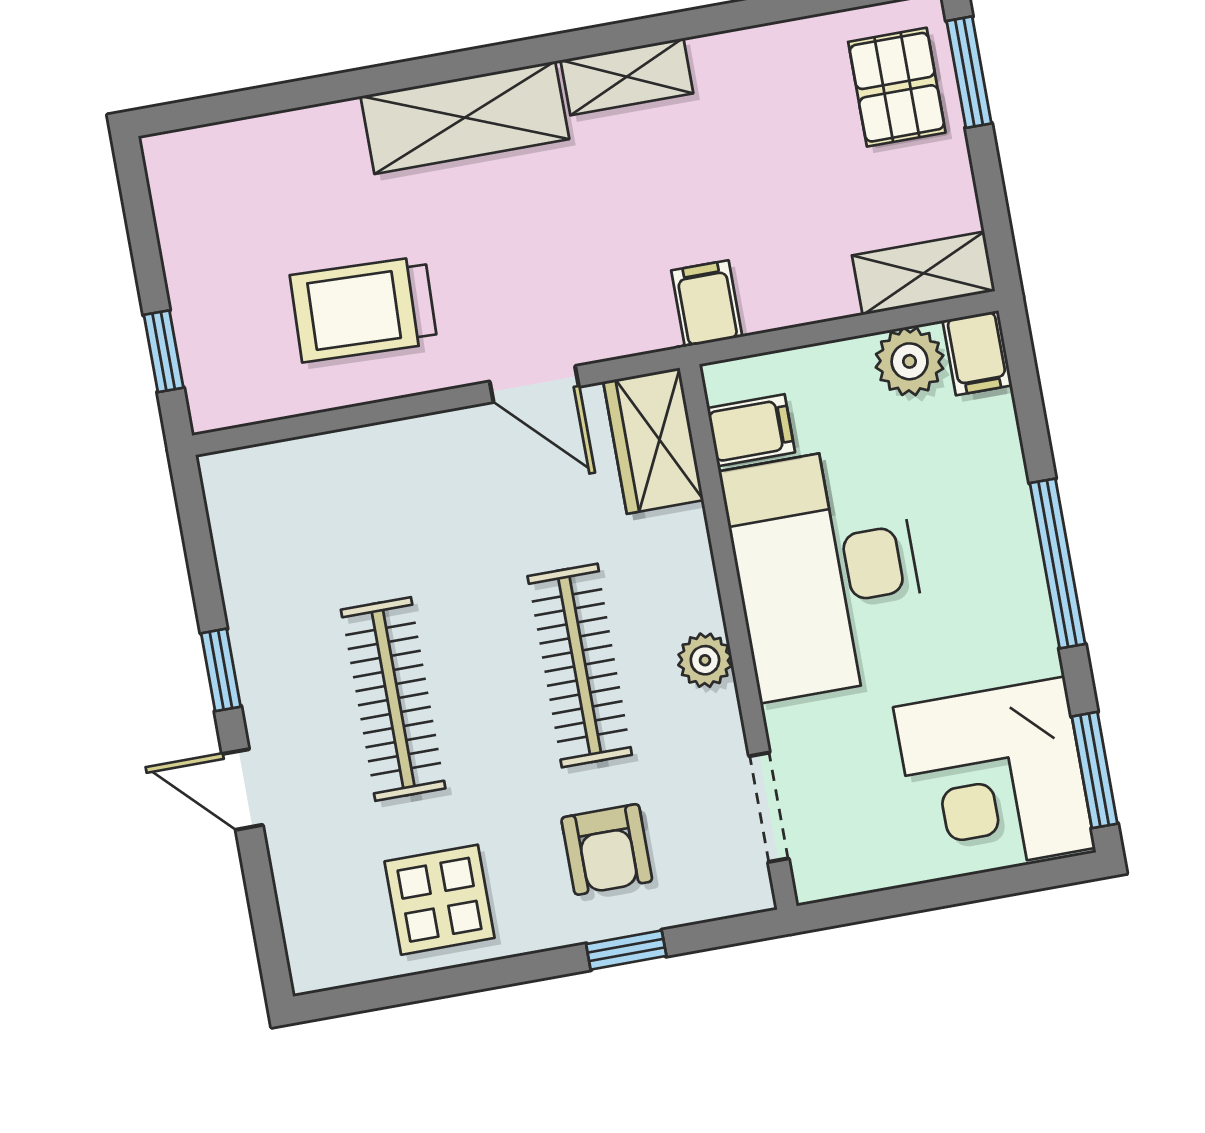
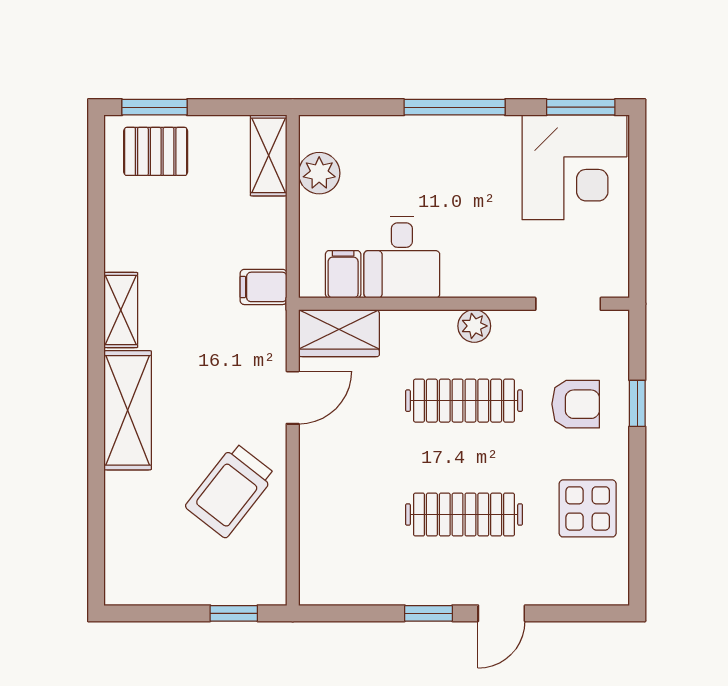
trolley: (364, 309) -> (230, 491), turned 36
filing cabinet: (977, 353) -> (321, 132), removed
desk: (826, 572) -> (402, 257), width x0.53, depth x0.77

